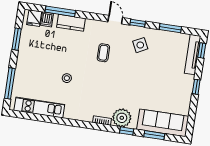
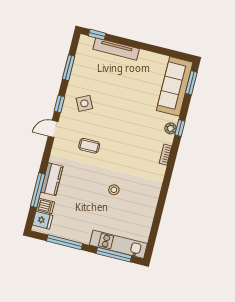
window: (17, 39) -> (65, 242), width x1.44
tv unit: (193, 55) -> (116, 49), moved
window: (196, 87) -> (137, 45), removed
kitchen unit: (39, 108) -> (118, 244), moved, turned 90
plant: (122, 118) -> (171, 128), width x0.53, depth x0.53
window: (154, 135) -> (191, 83), moved

